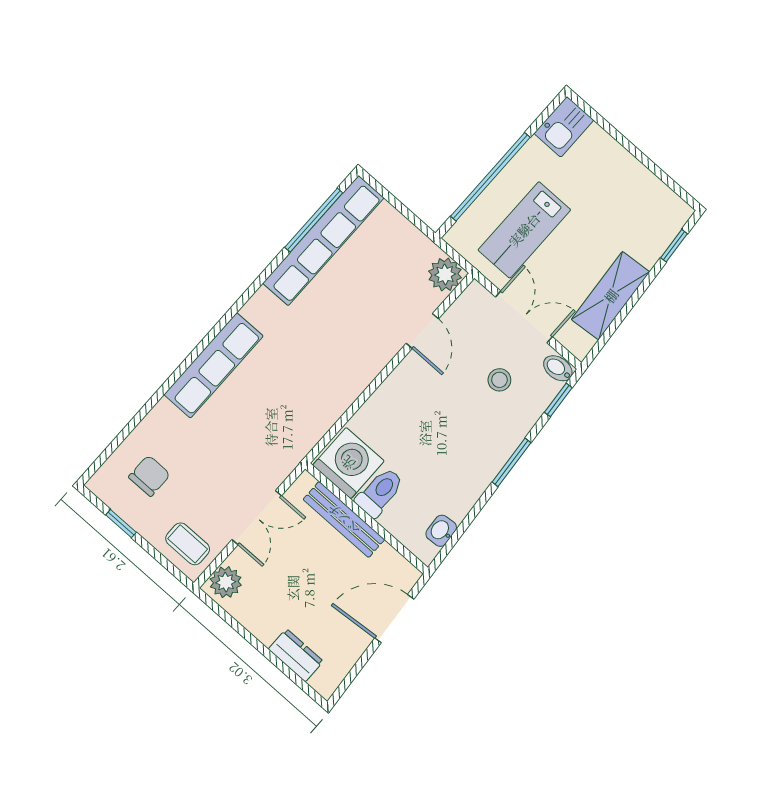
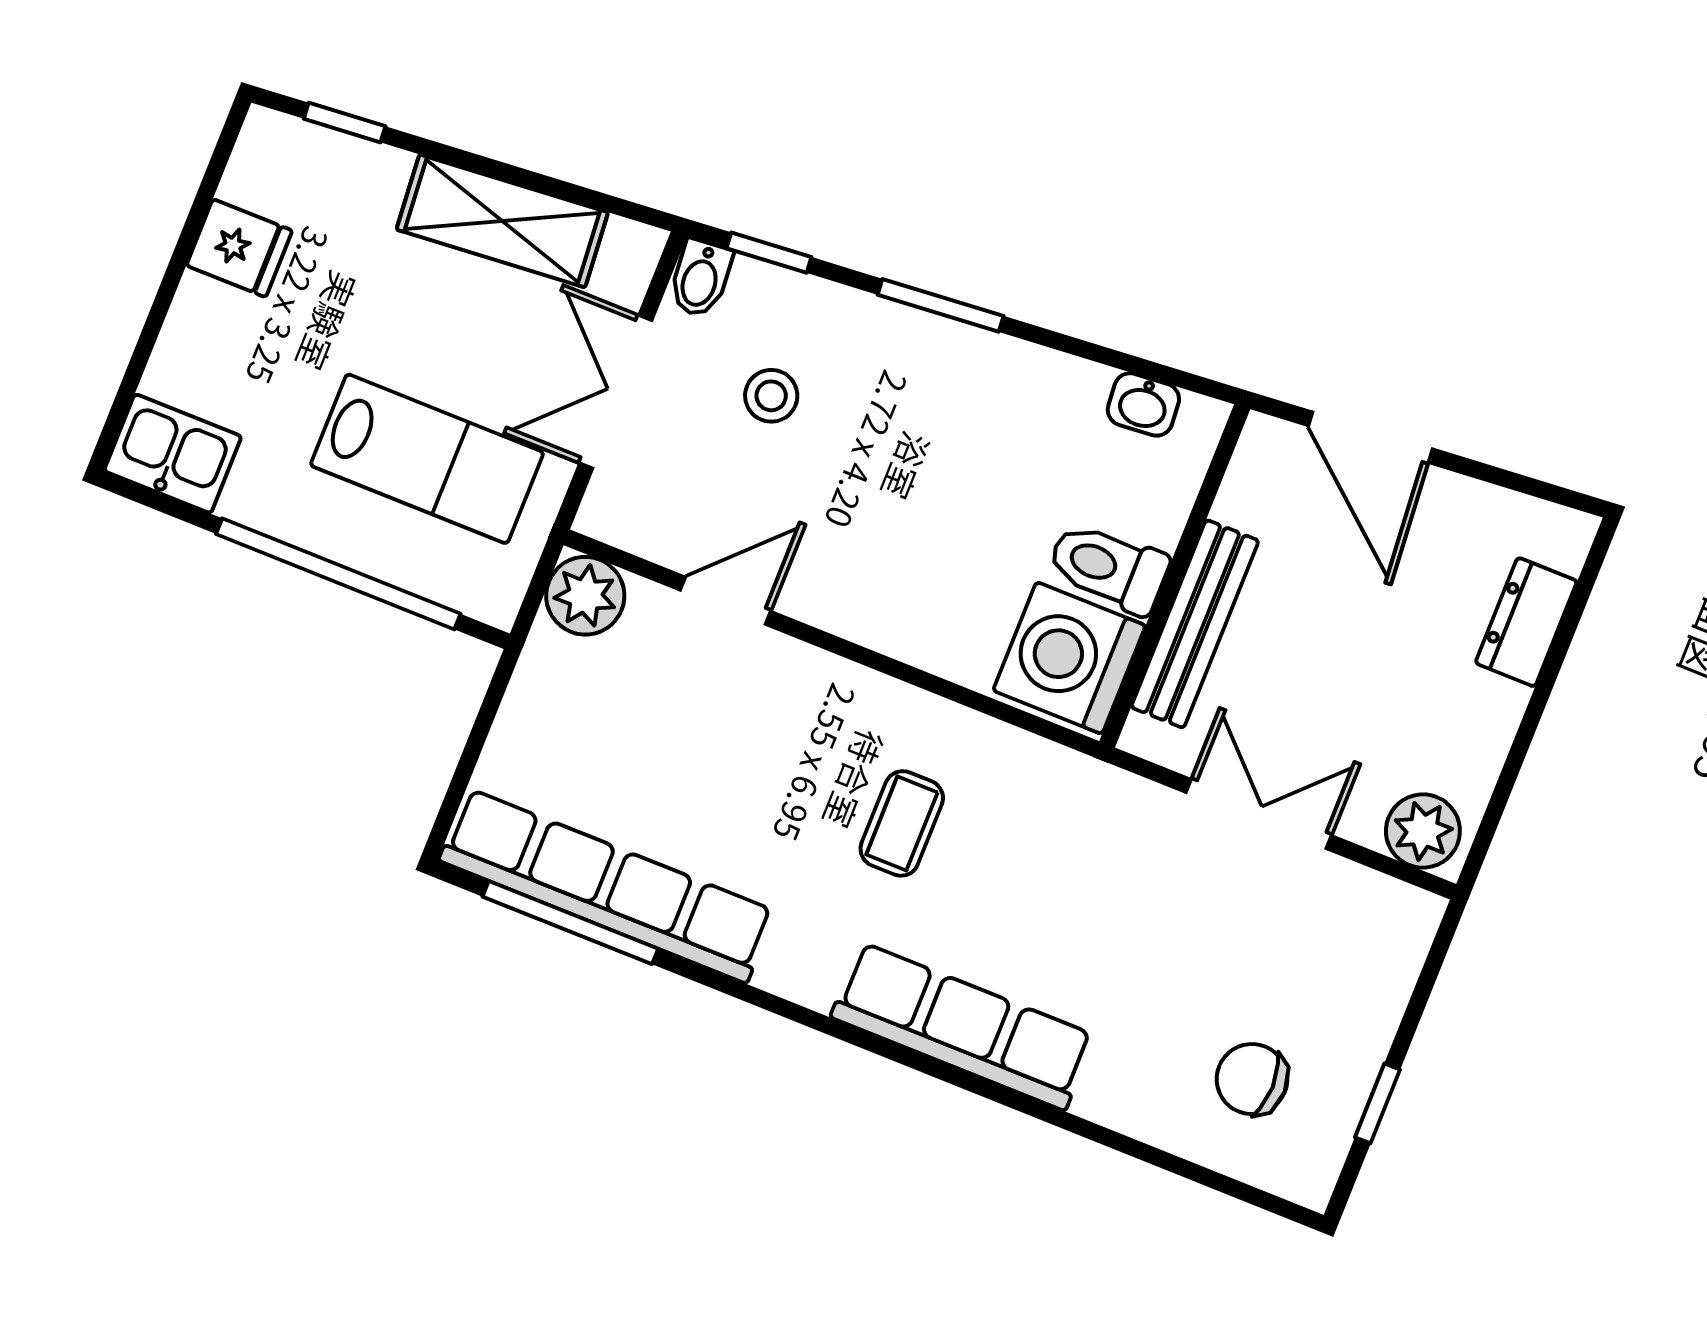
fridge: (638, 184) -> (239, 248), added
coffee table: (188, 544) -> (902, 823), moved

